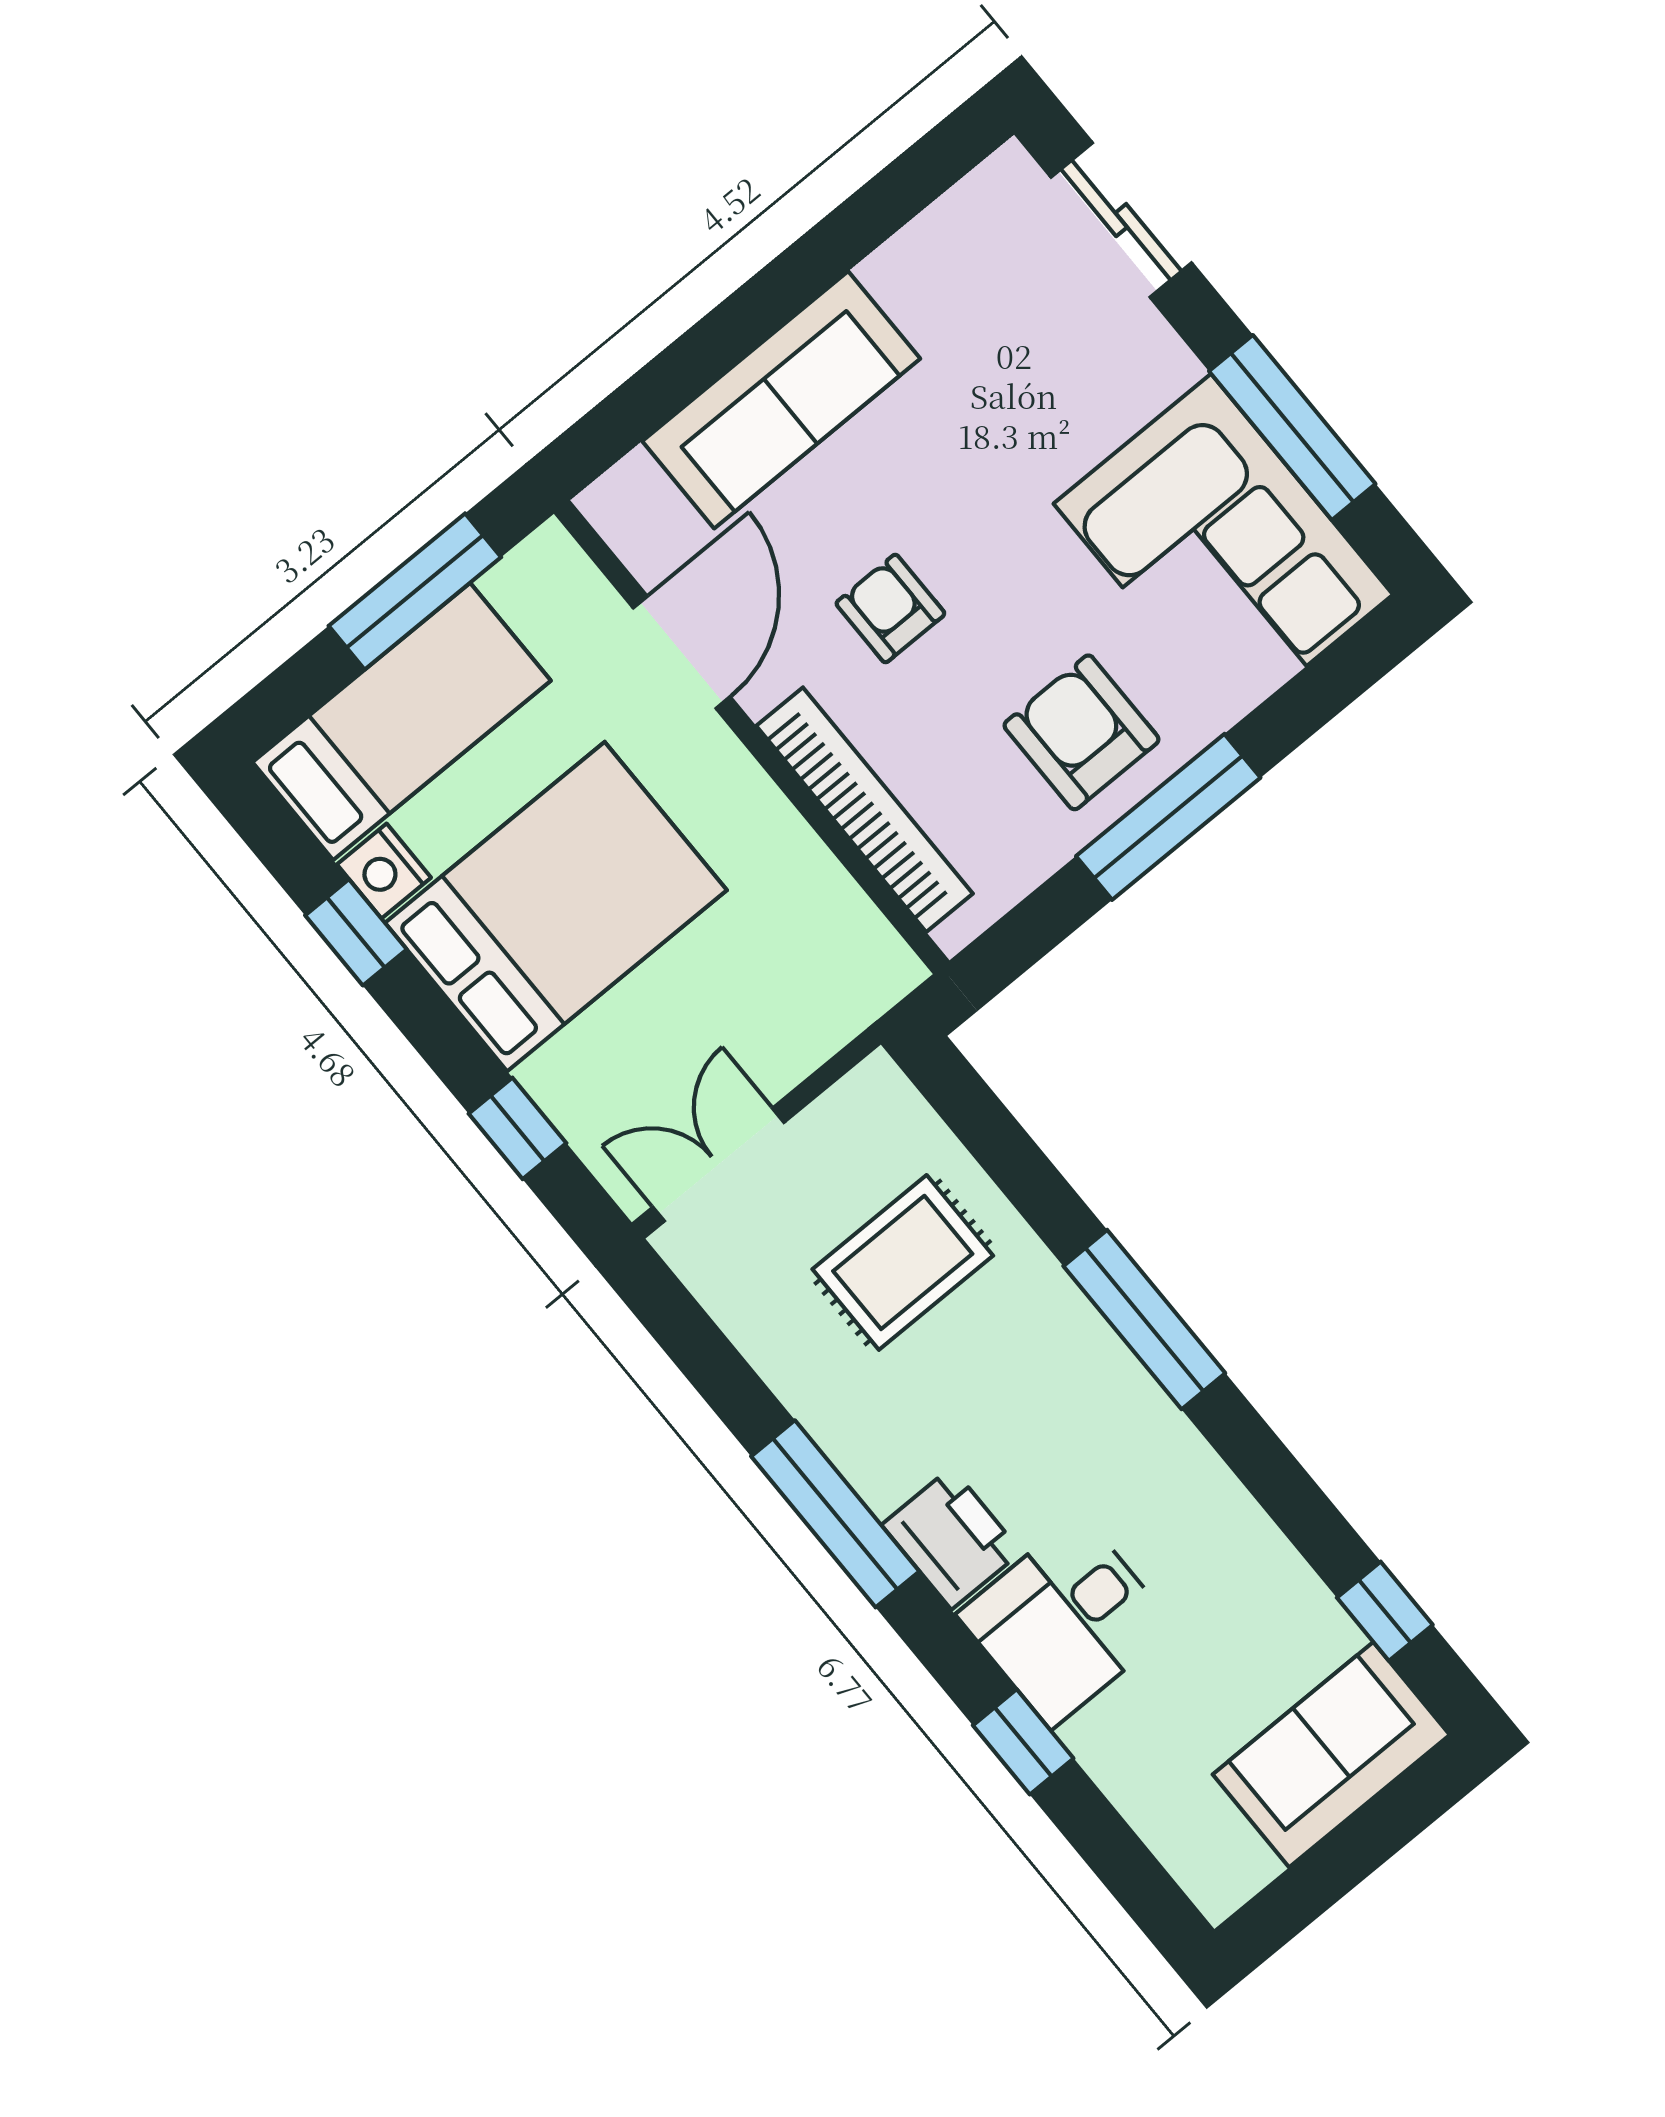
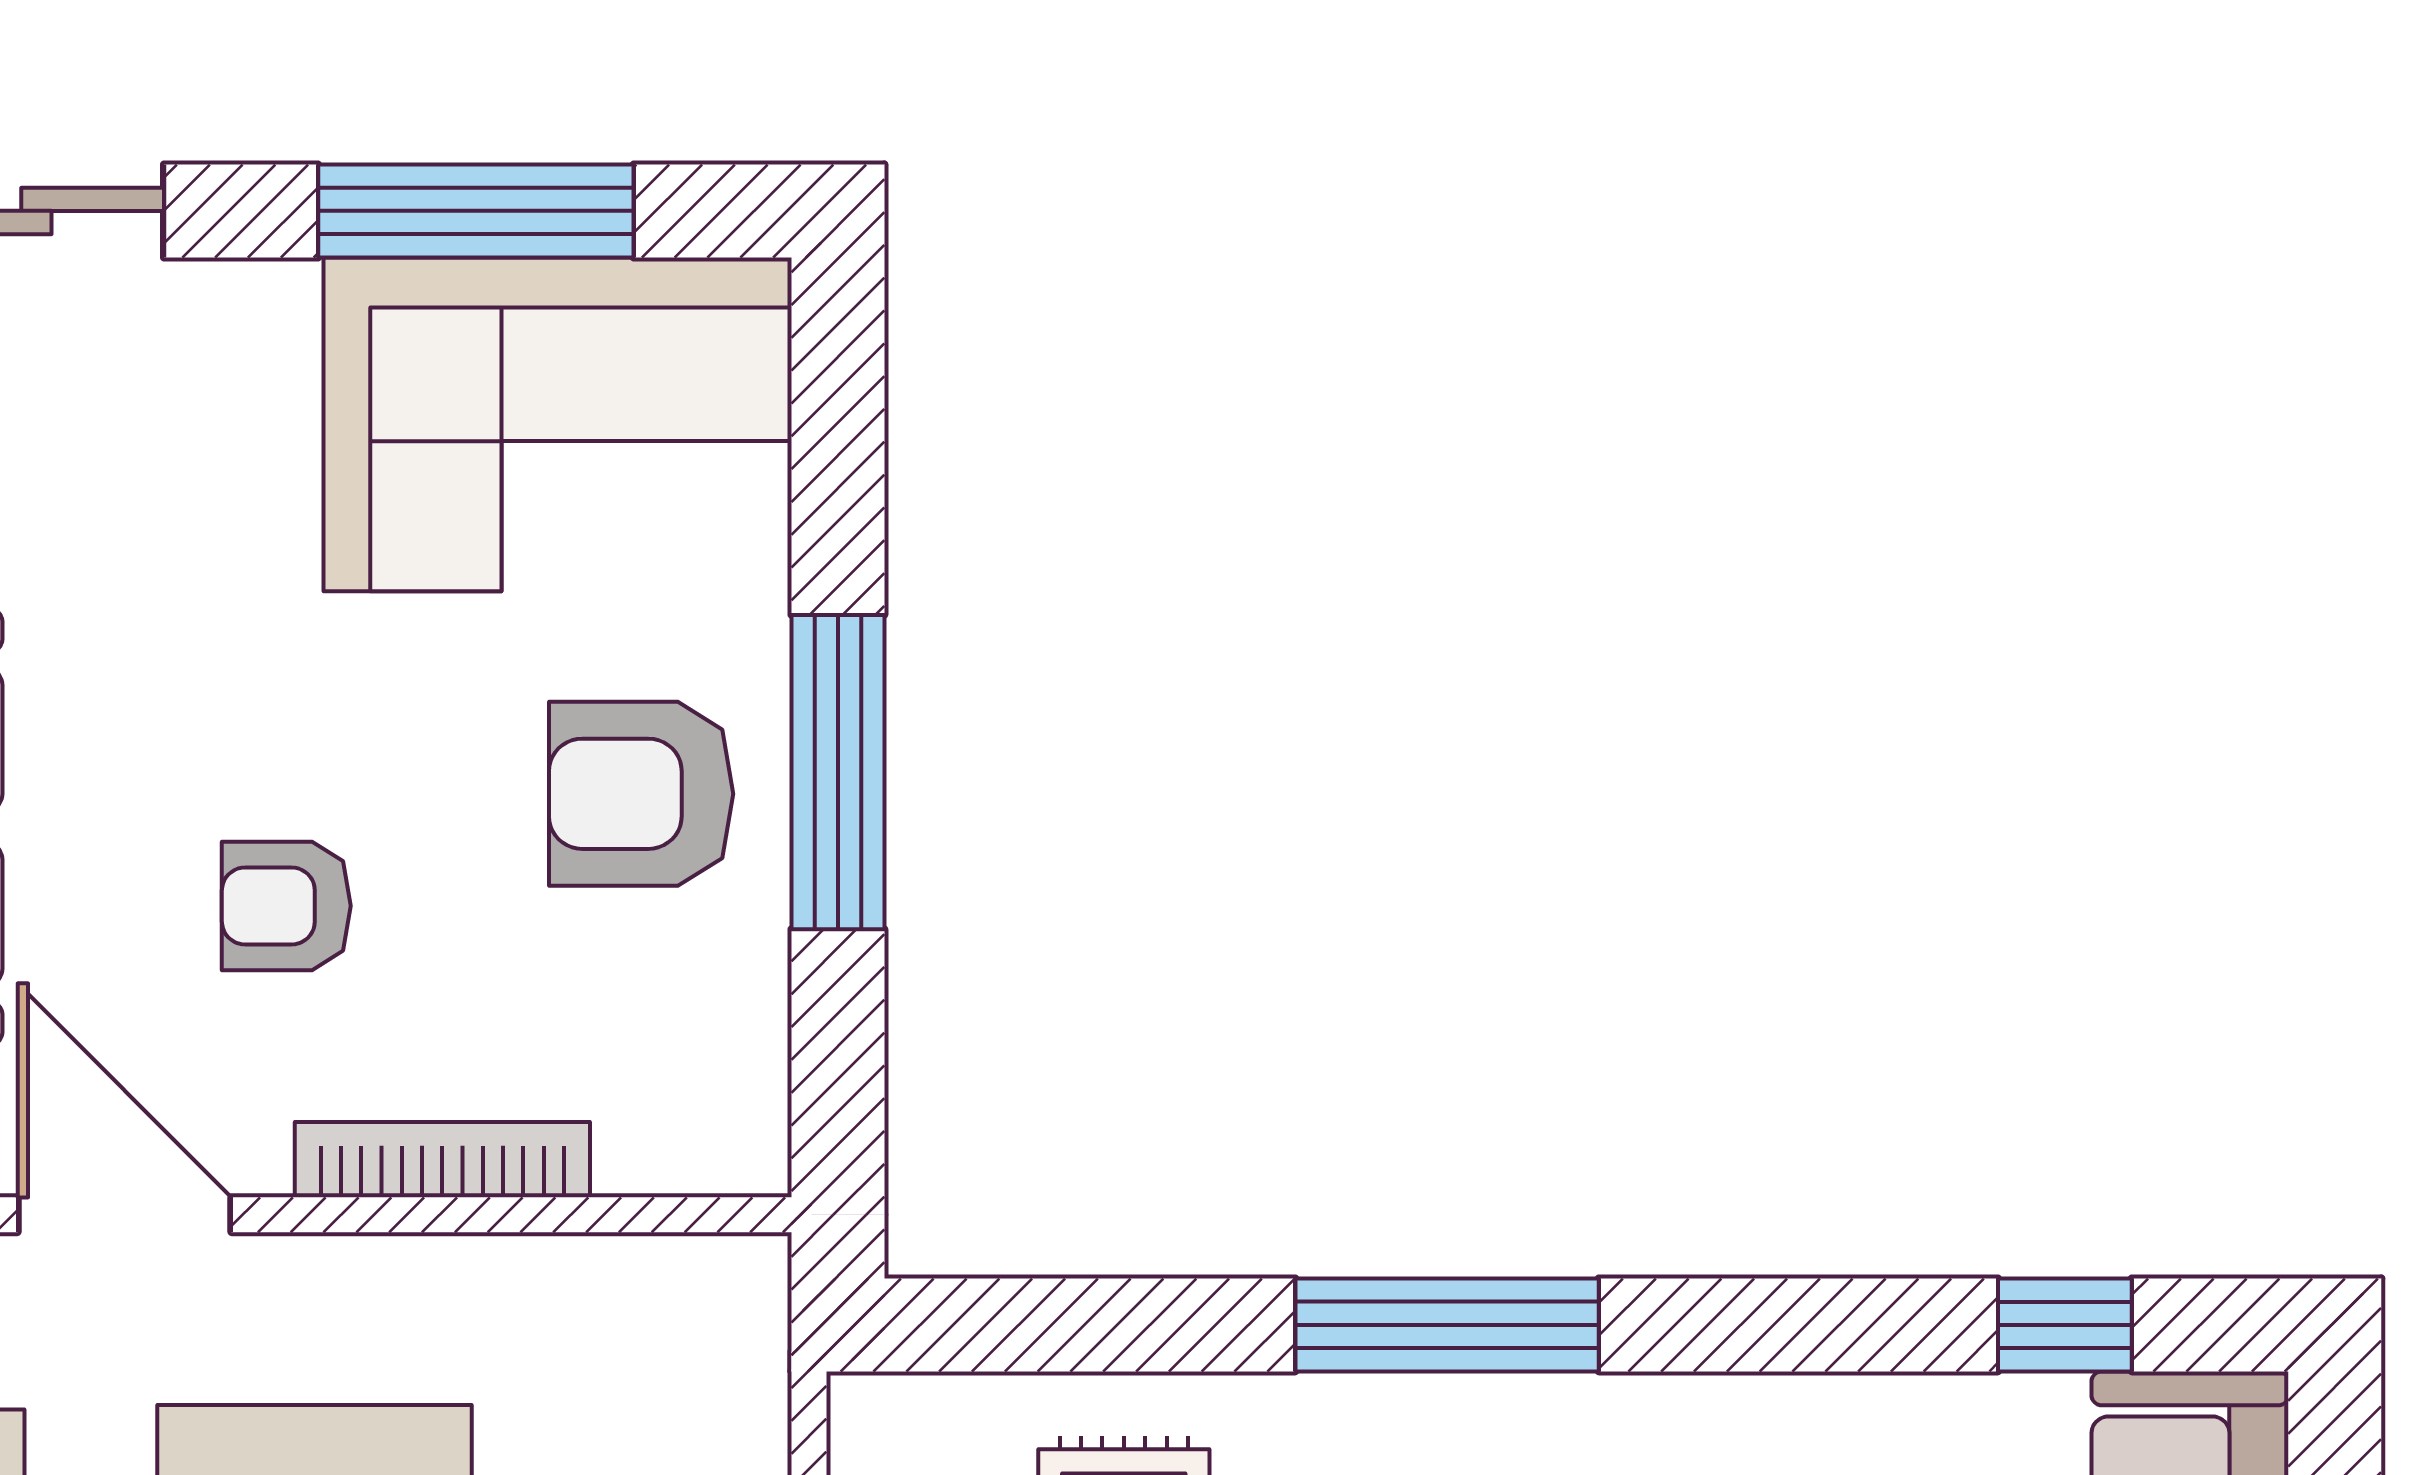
bookcase: (865, 810) -> (442, 1160), width x0.68, depth x0.76

